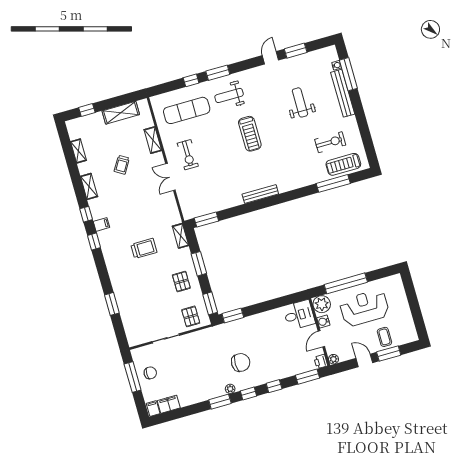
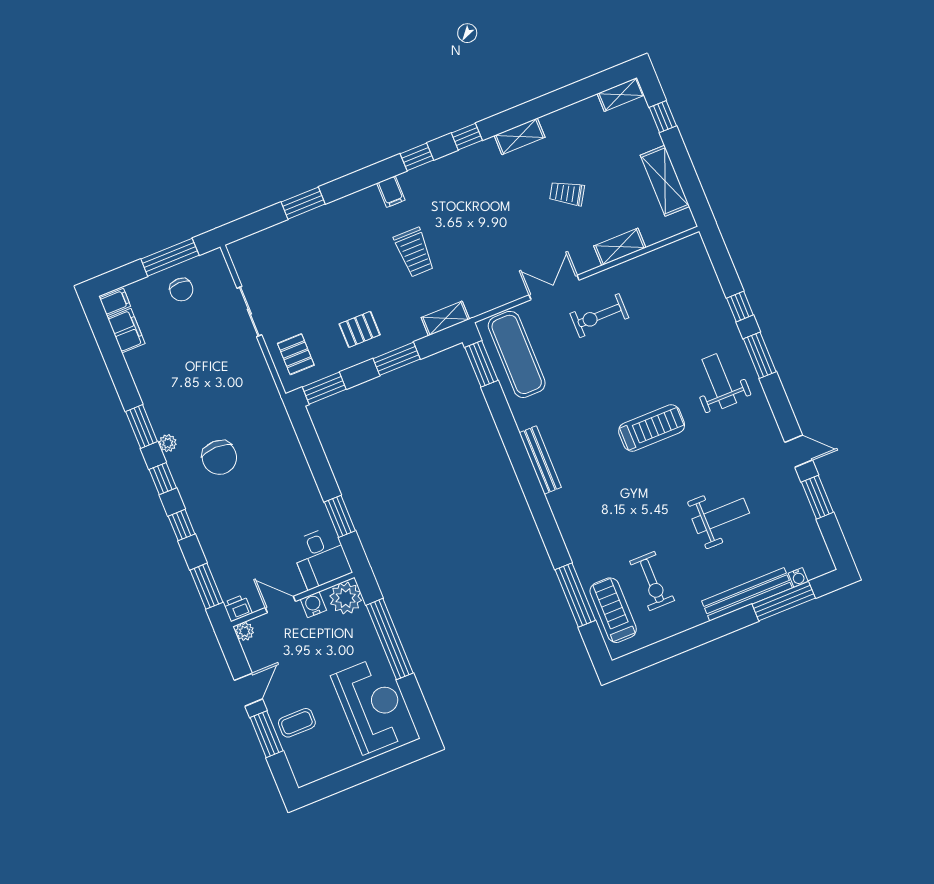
exercise mat: (187, 110) -> (517, 354), moved
treadmill: (250, 134) -> (652, 428), turned 180
shelving: (79, 151) -> (621, 94), moved
filing cabinet: (101, 224) -> (391, 192), moved
reception desk: (364, 308) -> (372, 705), moved
pallet: (191, 316) -> (296, 354), turned 90
window: (233, 316) -> (340, 516), moved

